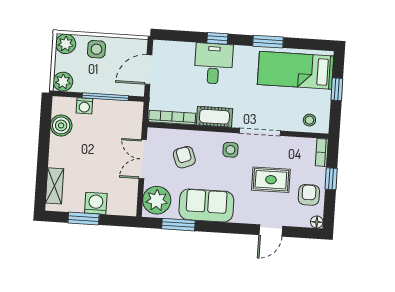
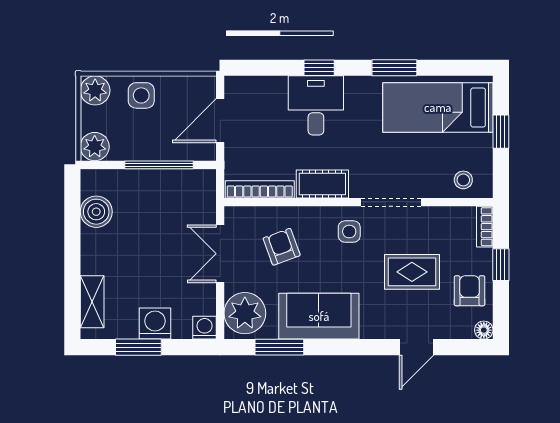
washing machine: (84, 106) -> (205, 328), moved, turned 180

